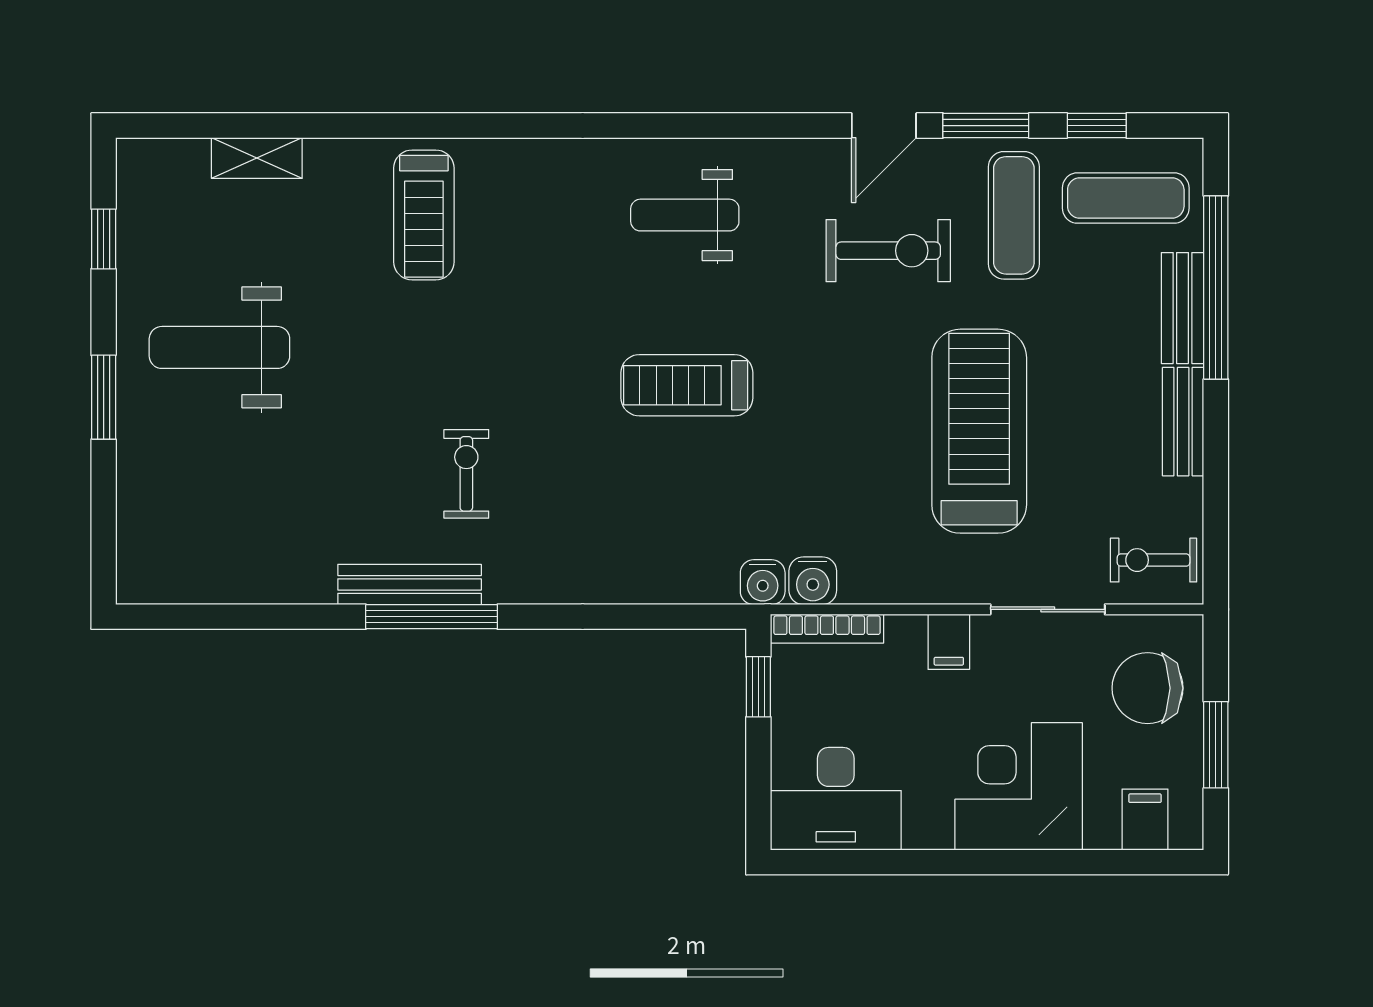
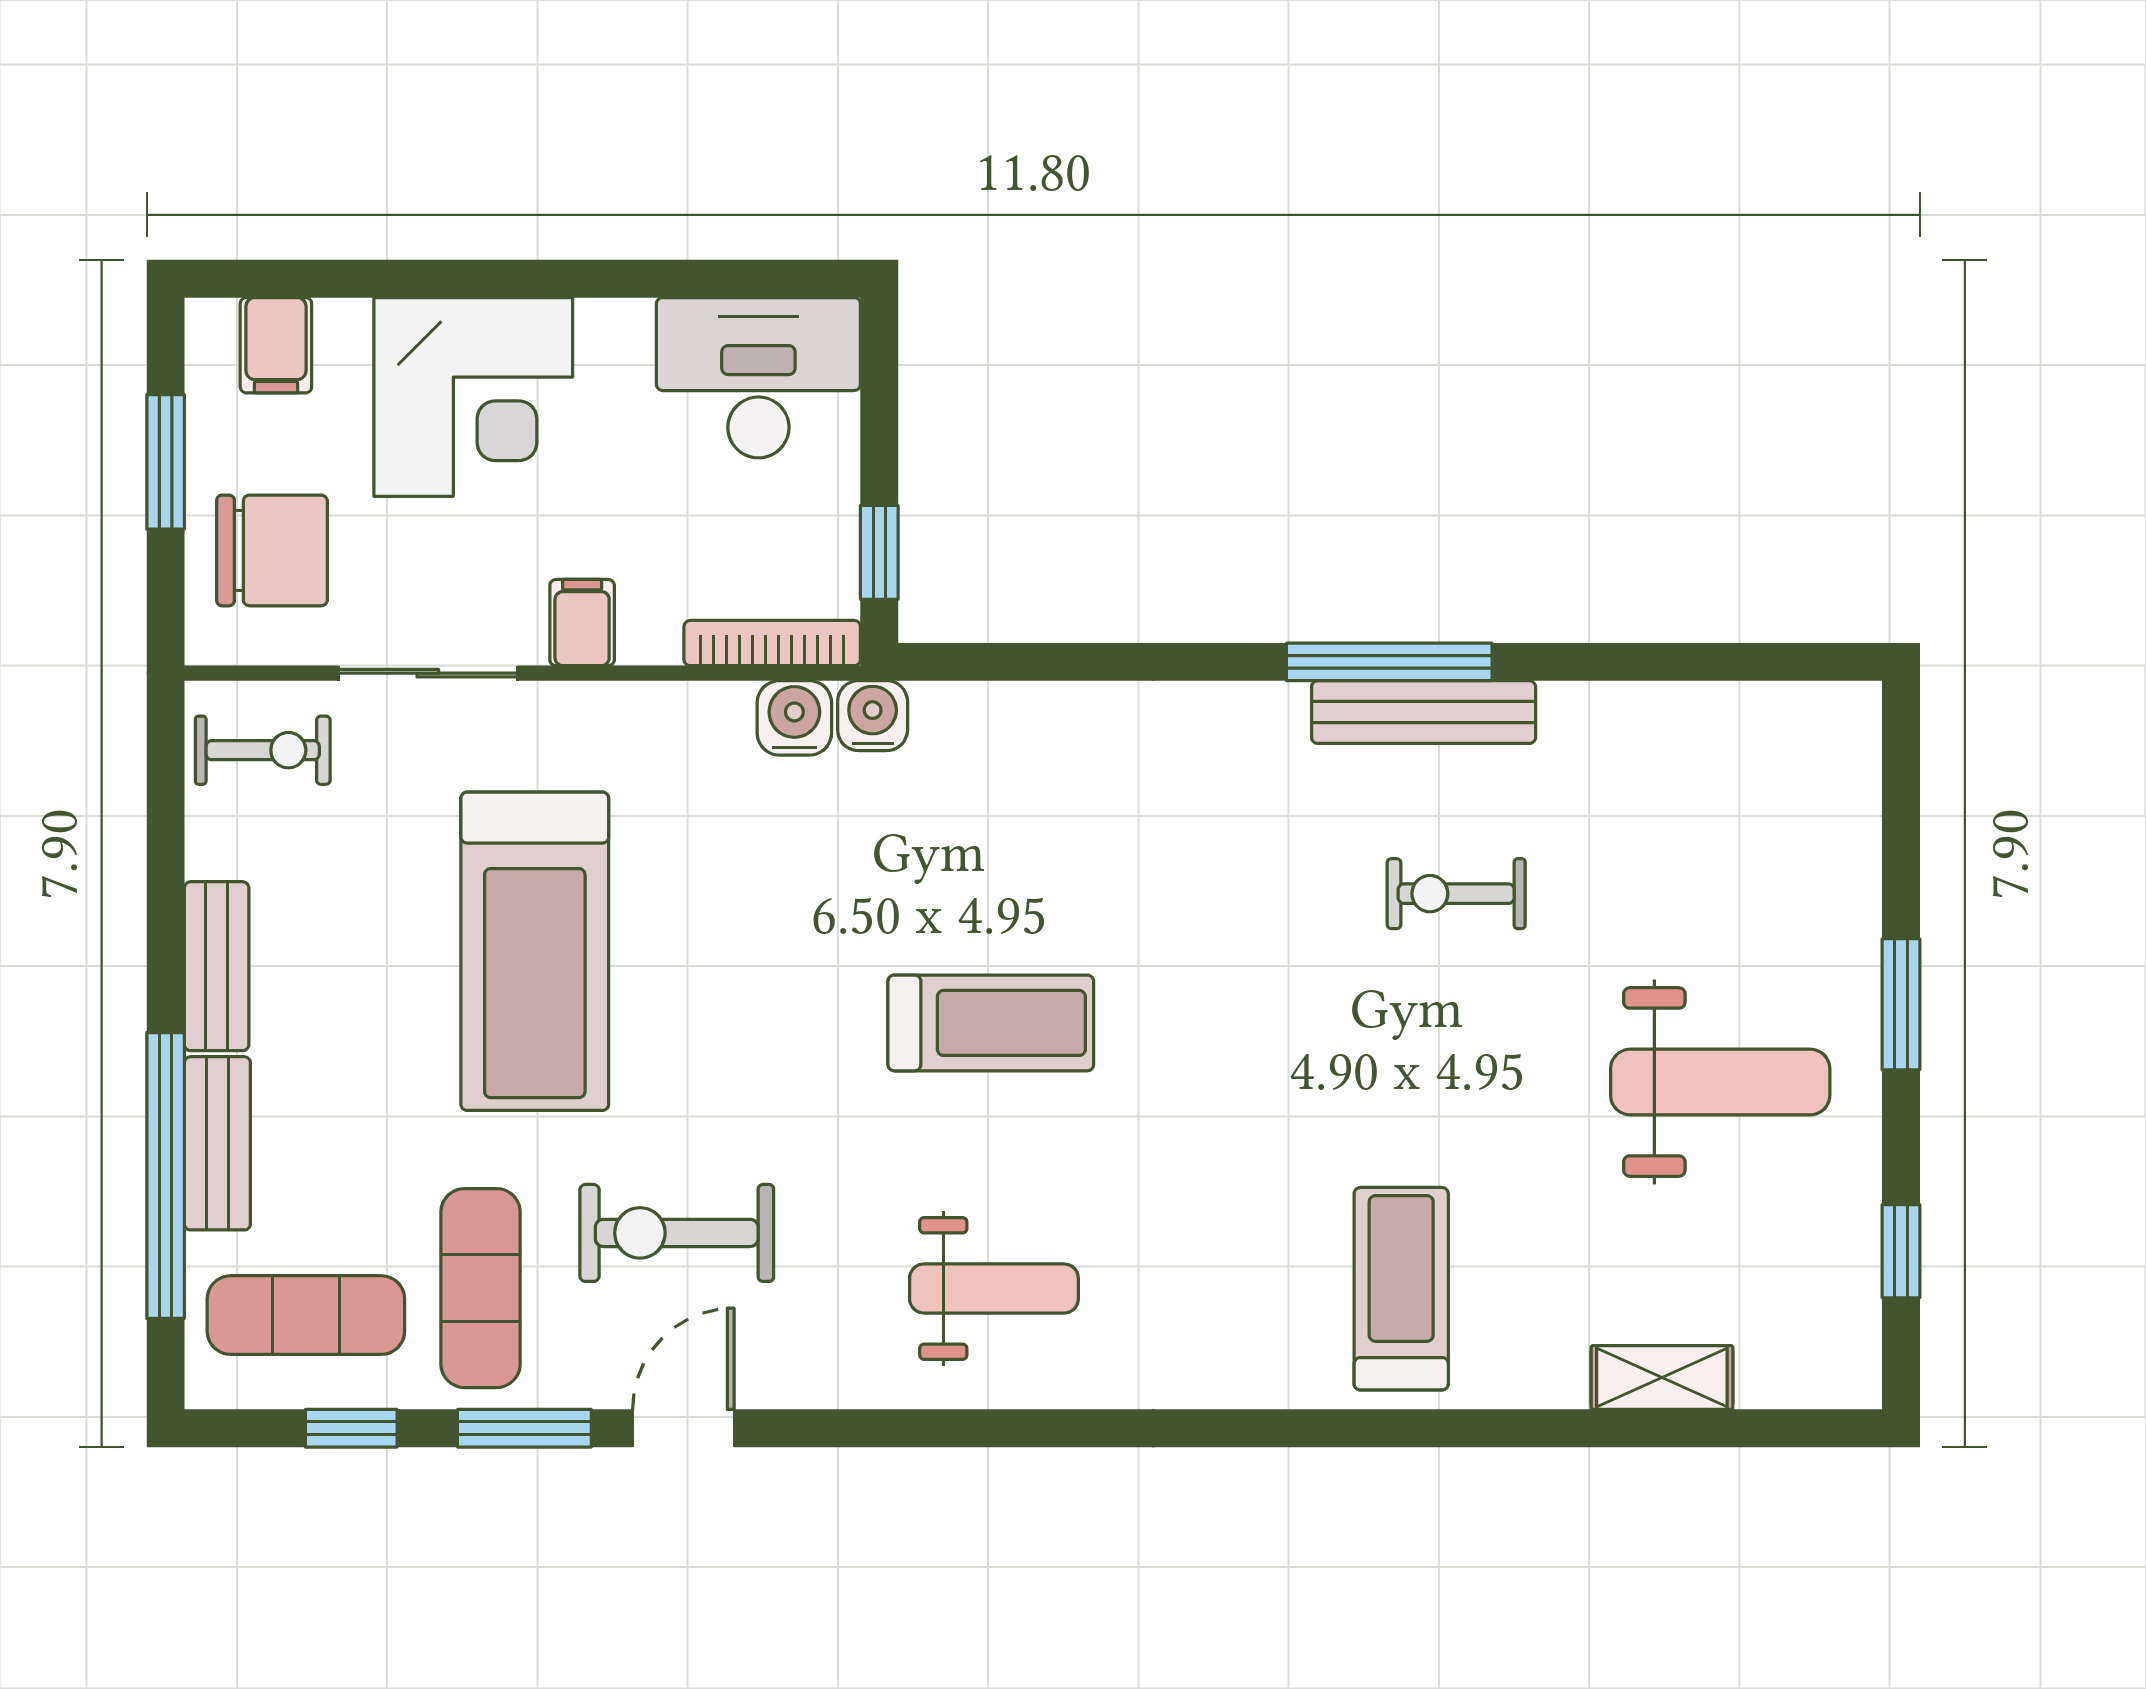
exercise bike: (466, 474) -> (1456, 894), moved, turned 90

